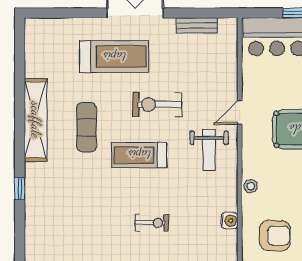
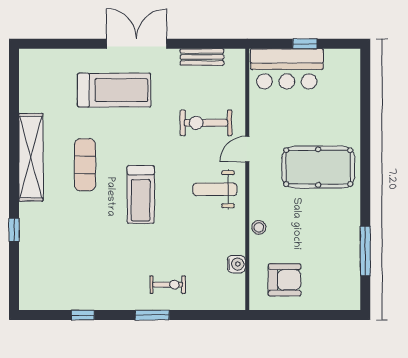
exercise bike: (157, 104) -> (206, 123), moved
weight bench: (209, 150) -> (215, 189), turned 90
treadmill: (139, 155) -> (141, 194), turned -90
exercise bike: (152, 223) -> (168, 285), moved

